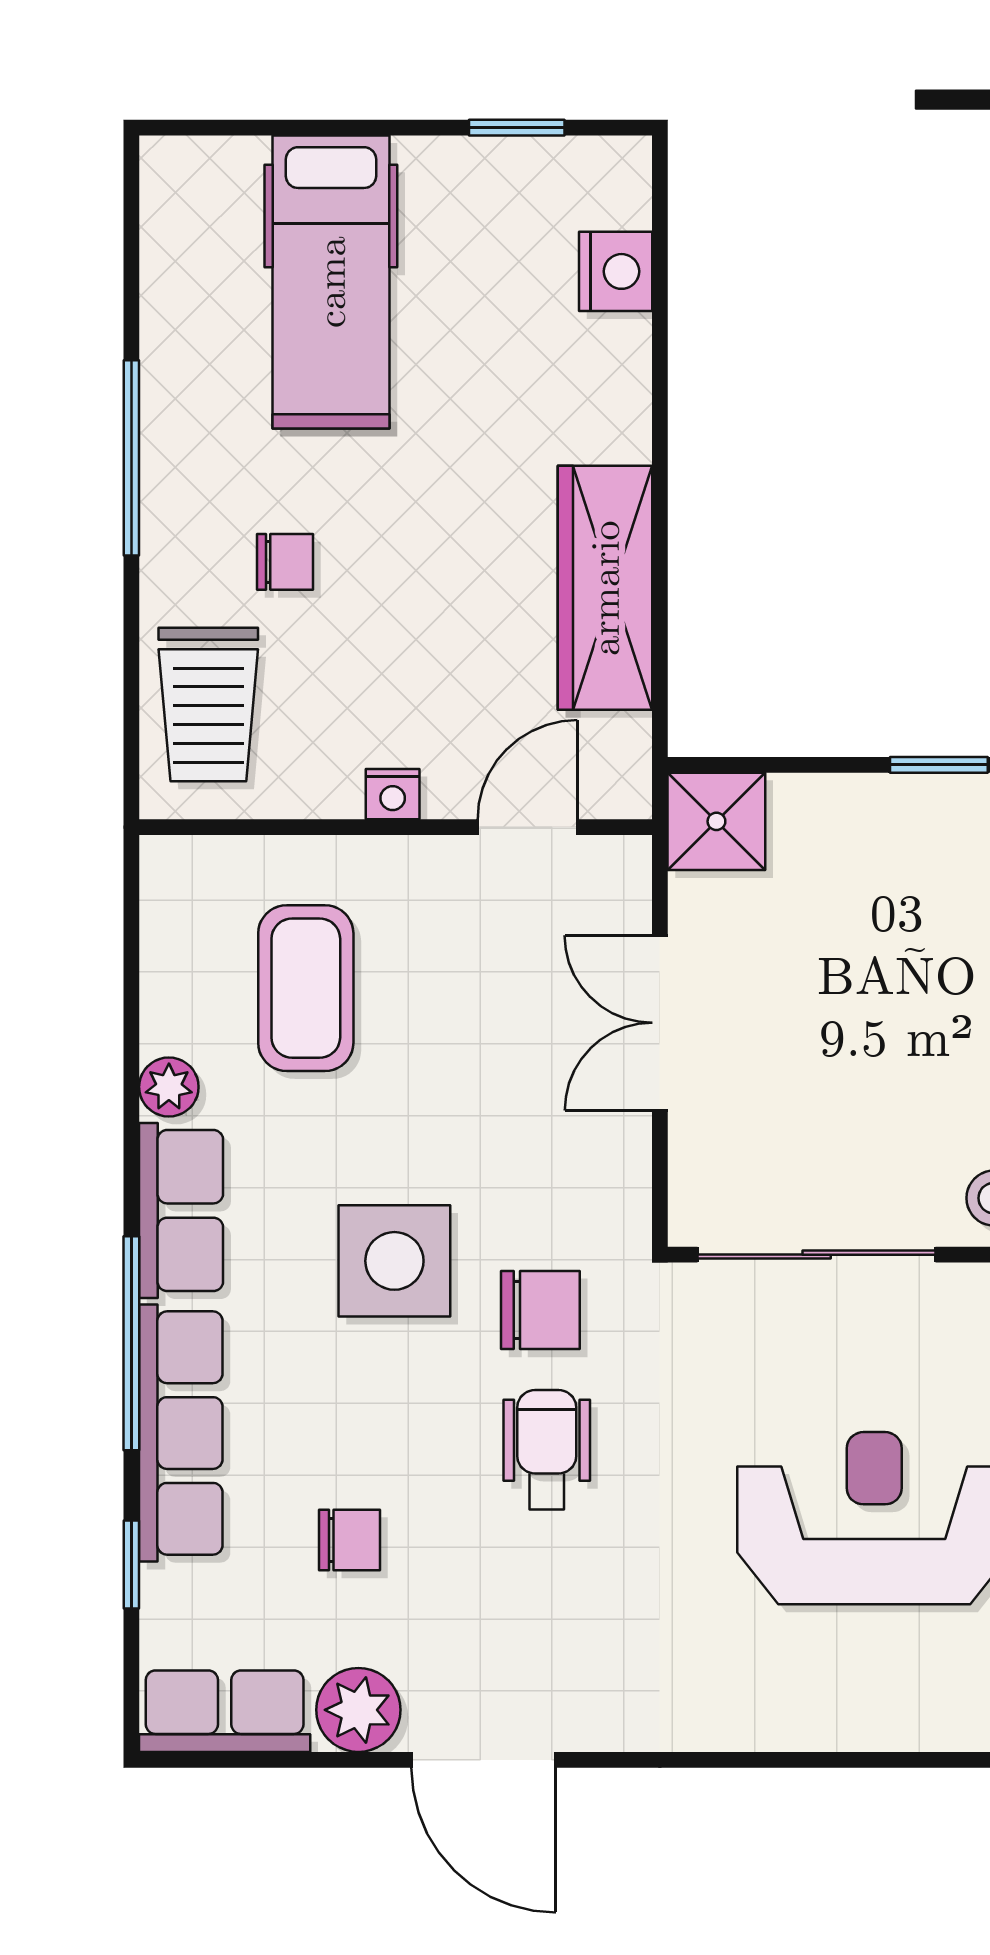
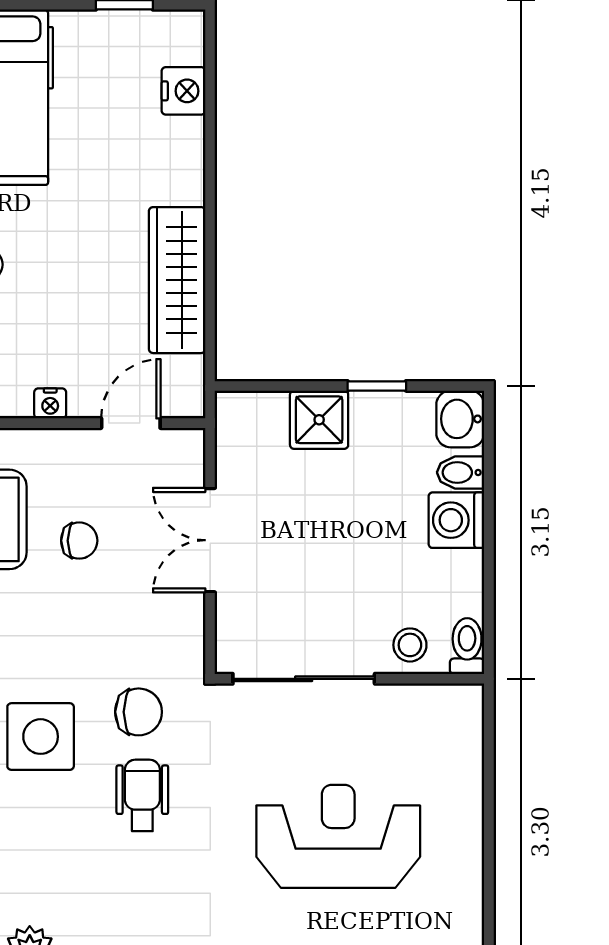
shower: (716, 821) -> (319, 420), moved
side table: (394, 1261) -> (41, 737), moved
chair: (349, 1540) -> (79, 541), moved

